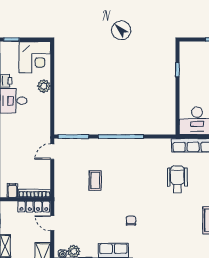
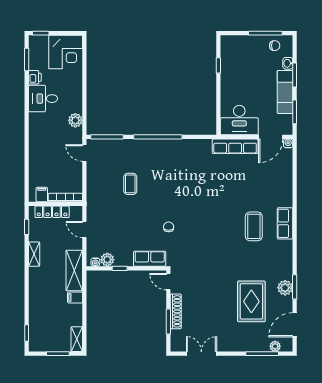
plant: (44, 86) -> (75, 120), moved
door: (52, 152) -> (84, 153), hinge flipped
wheelchair: (177, 179) -> (218, 183), removed
locker: (34, 207) -> (52, 212), moved

